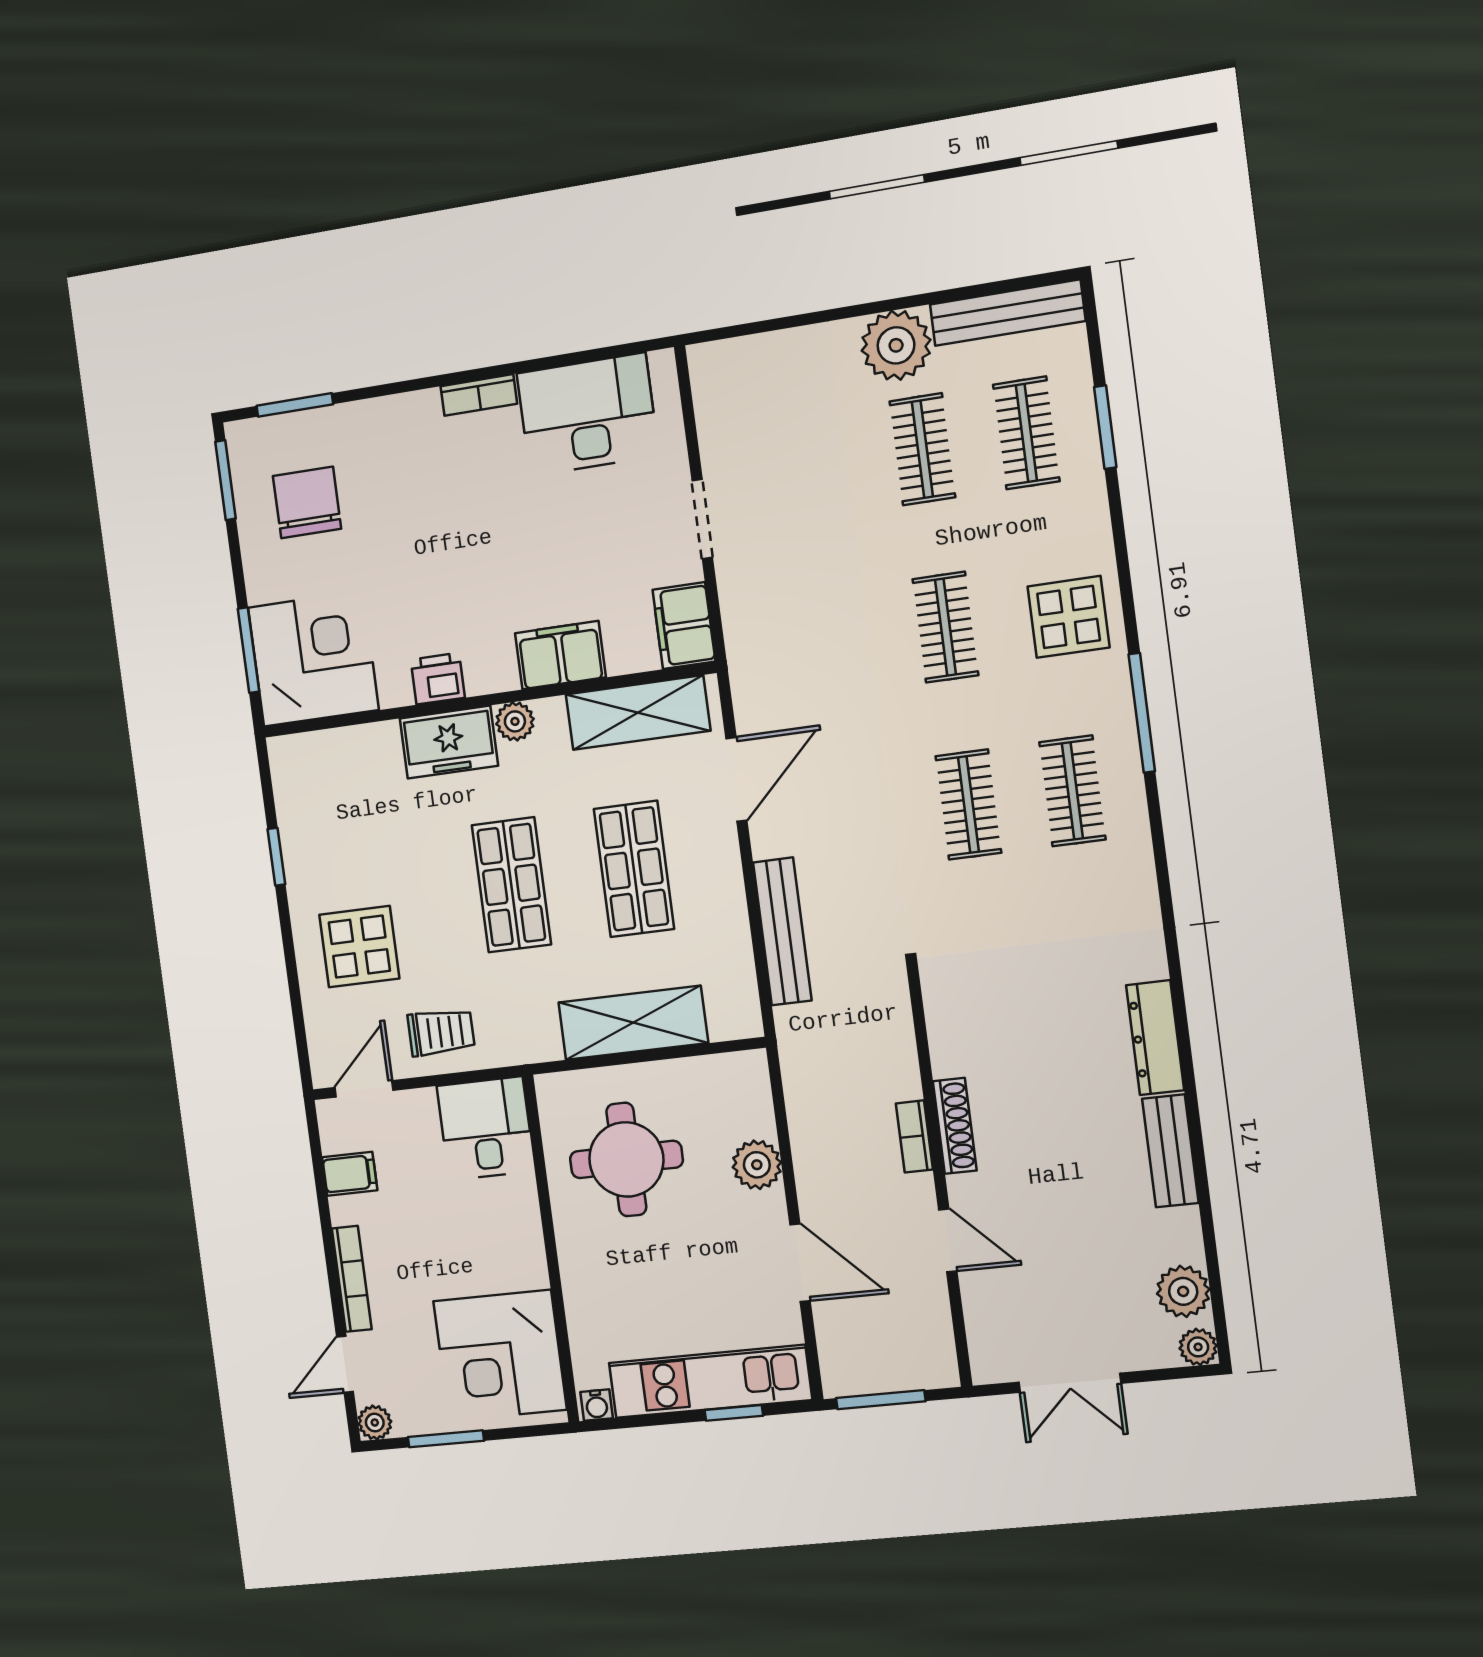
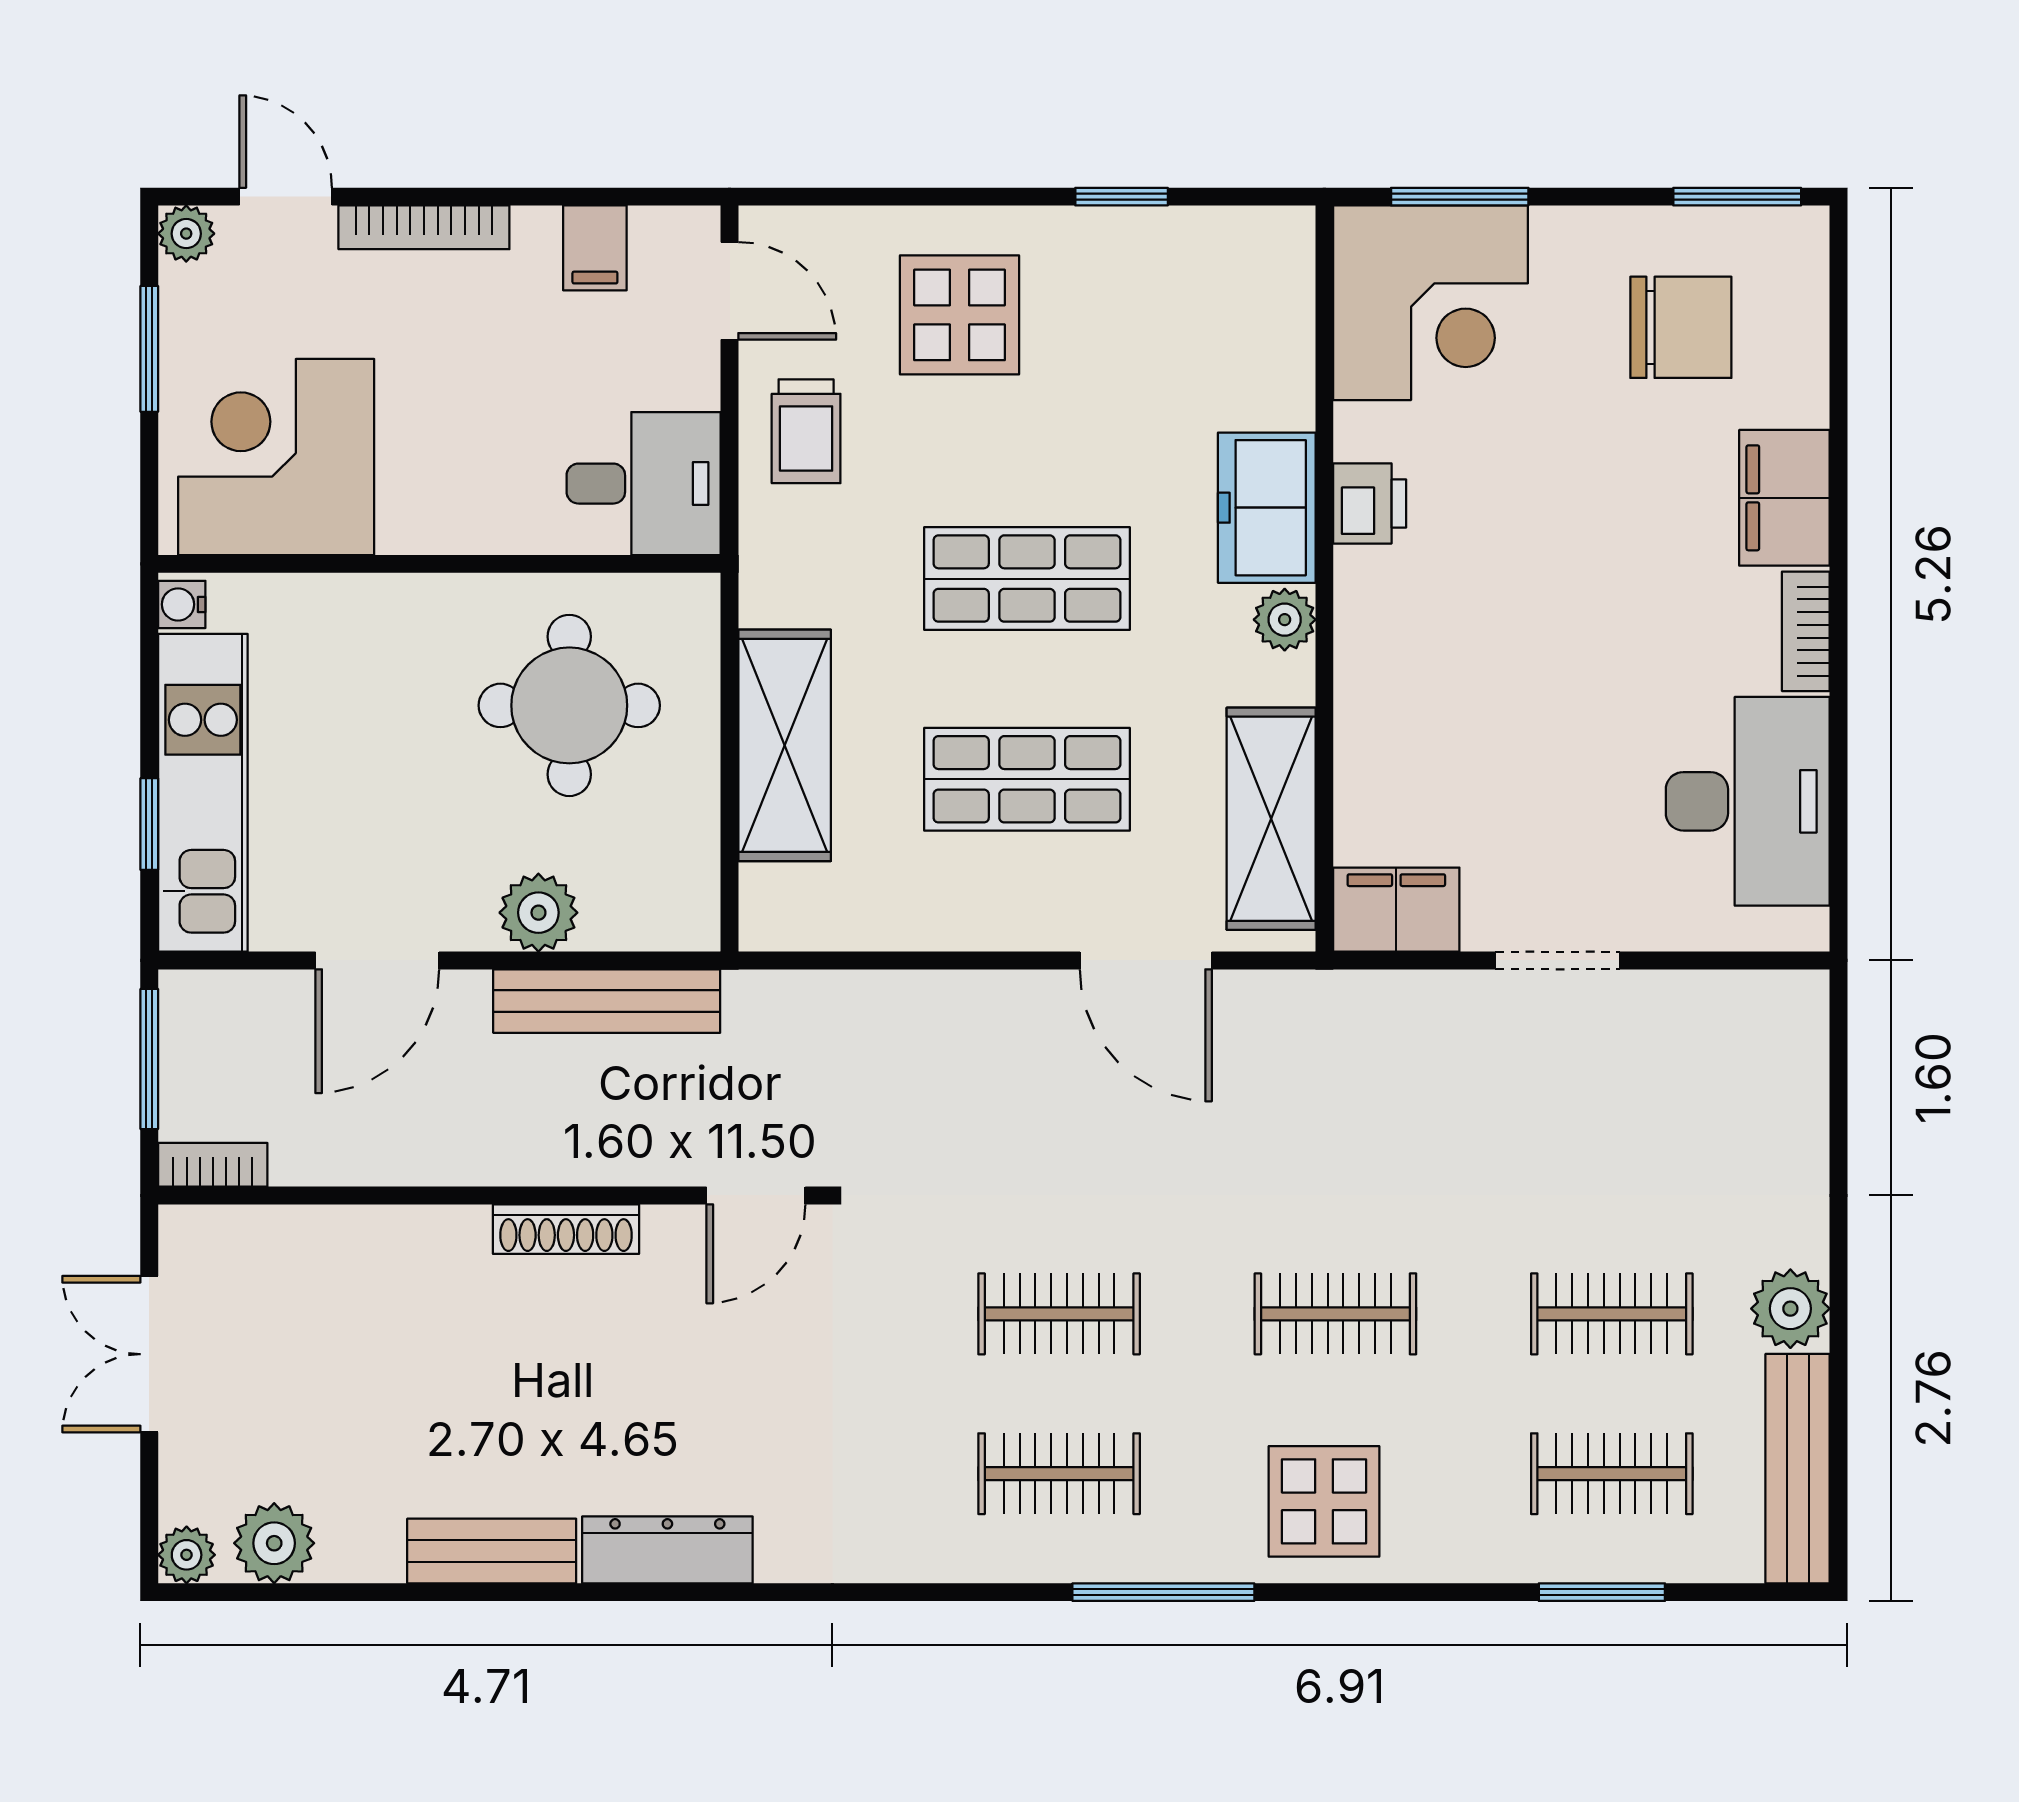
plant: (896, 345) -> (1790, 1309), width x0.73, depth x0.73
window: (295, 405) -> (1839, 329), removed
filing cabinet: (560, 655) -> (1784, 498), moved, turned 180
bench: (782, 931) -> (607, 1001), moved
bookcase: (914, 1136) -> (213, 1165), moved
door: (948, 1240) -> (756, 1195), moved

